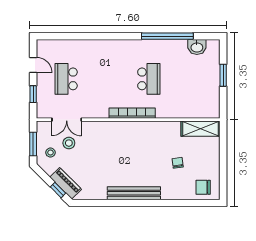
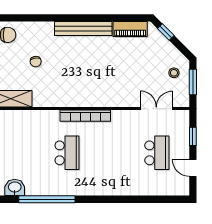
school desk: (149, 79) -> (67, 153), turned 180
stool: (69, 143) -> (154, 83), removed
piano: (66, 183) -> (130, 29), moved, turned -45

